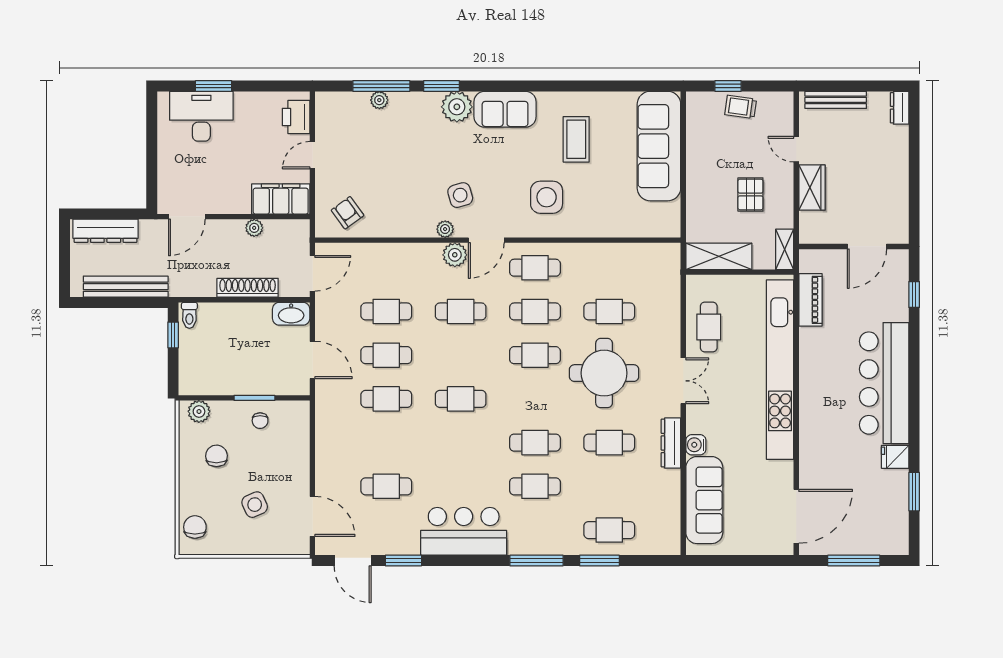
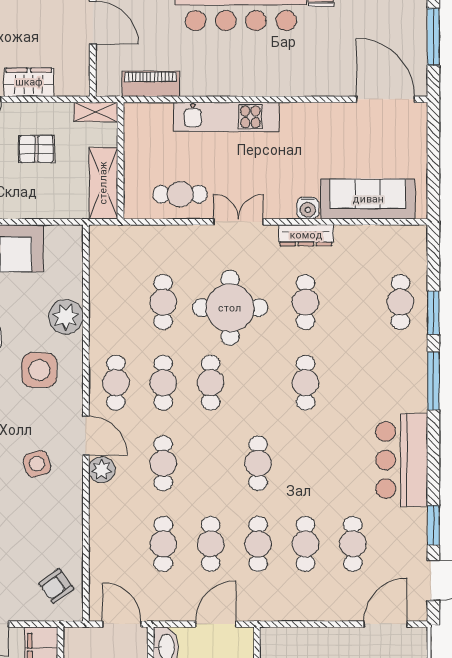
plant: (445, 229) -> (66, 317), moved, width x1.88, depth x1.88
kitchen unit: (780, 370) -> (226, 117), width x0.54
cafe table: (535, 486) -> (306, 544), moved

